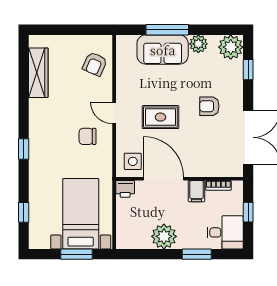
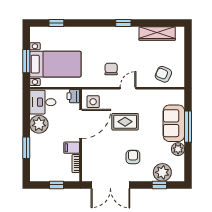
plant: (231, 47) -> (162, 172), moved
rug: (160, 117) -> (125, 122), turned 90
window: (24, 149) -> (123, 23), moved
desk: (225, 232) -> (43, 102), moved, turned 90

